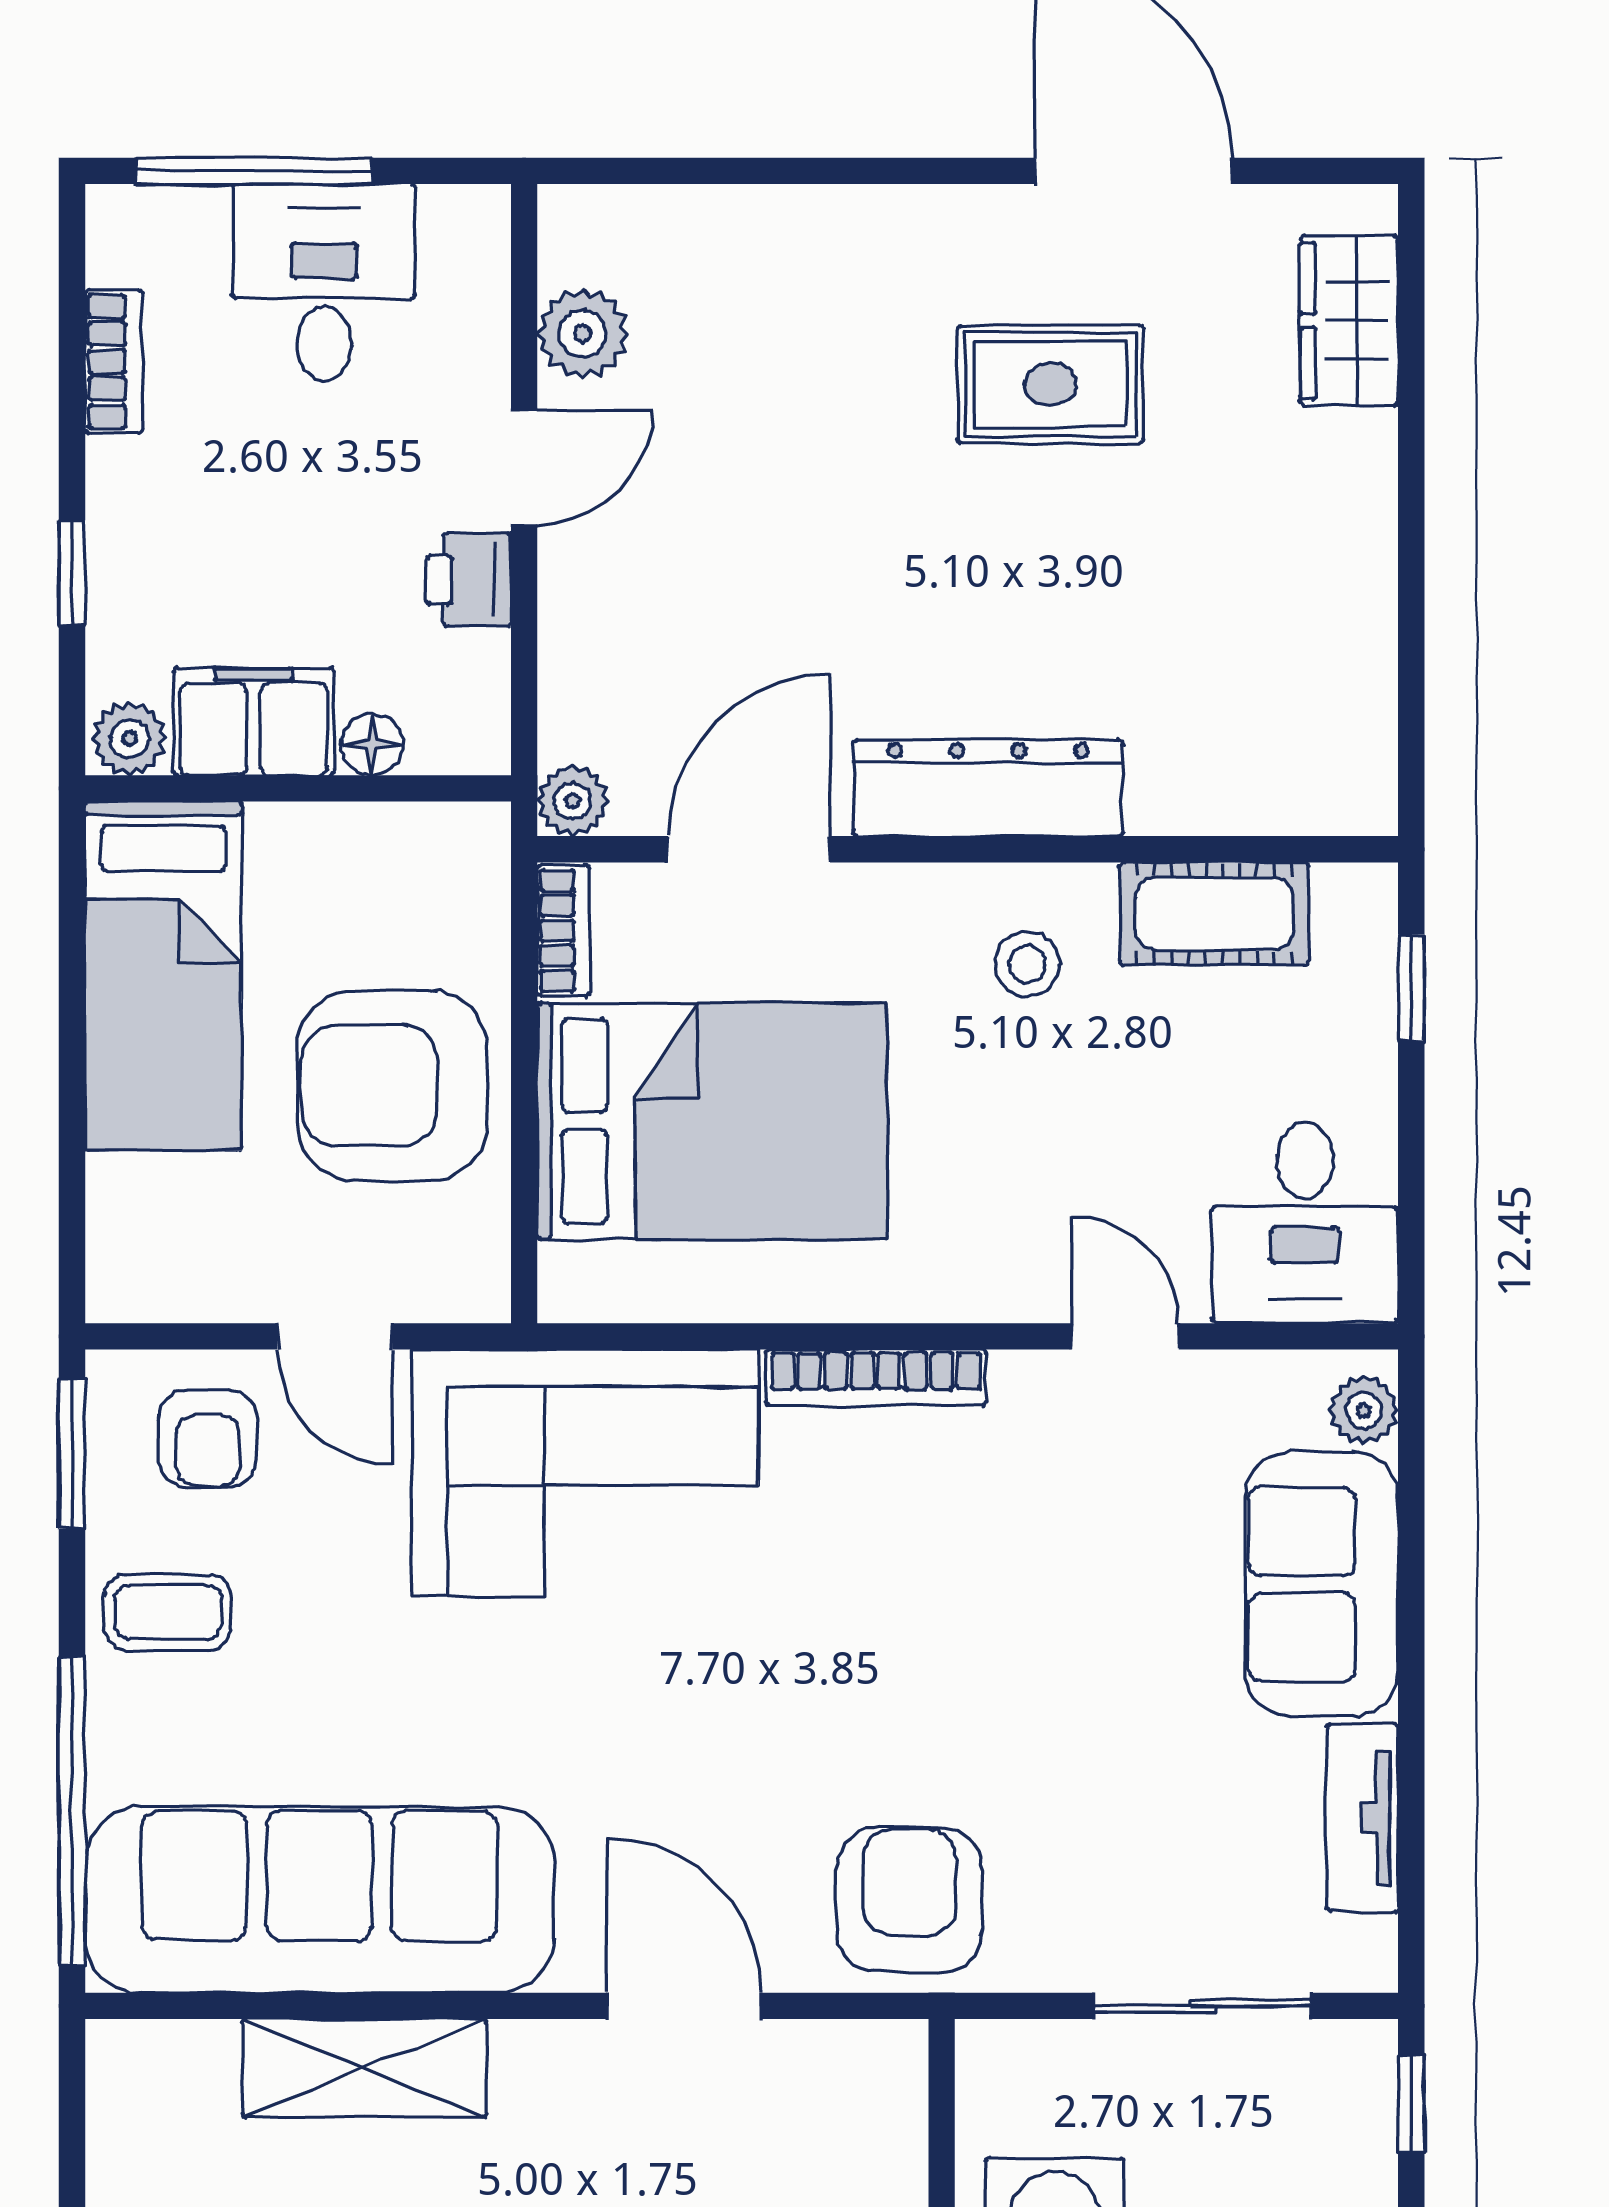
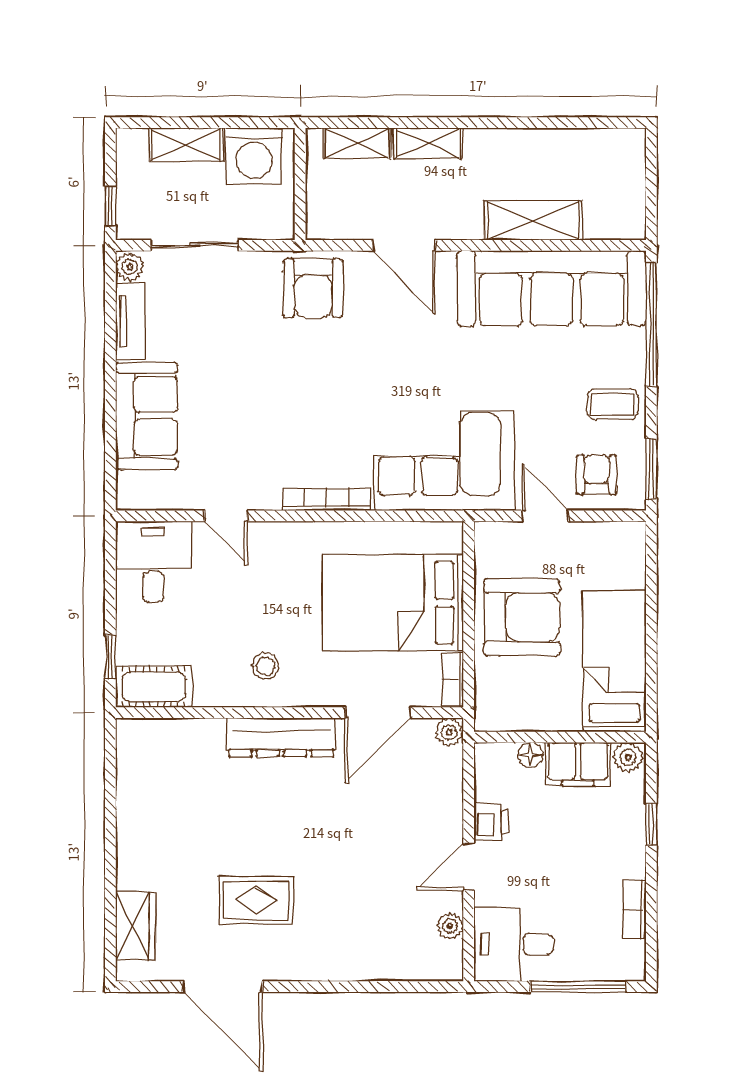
desk: (324, 282) -> (514, 944), moved, turned 90
plant: (583, 334) -> (450, 926), width x0.73, depth x0.73
cot: (1214, 914) -> (154, 687), moved
plant: (1364, 1410) -> (130, 267), moved

